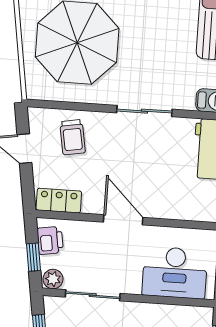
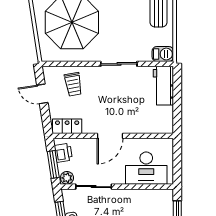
door: (123, 220) -> (110, 136), swing flipped
window: (34, 257) -> (53, 164), width x1.50

